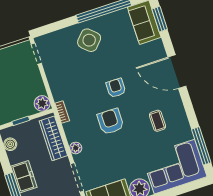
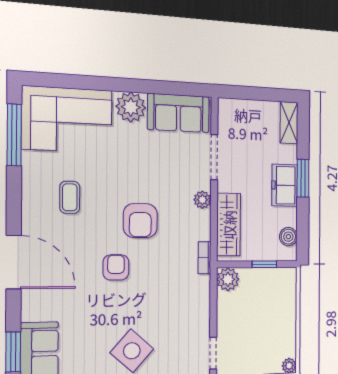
armchair: (116, 88) -> (116, 267), turned 180

